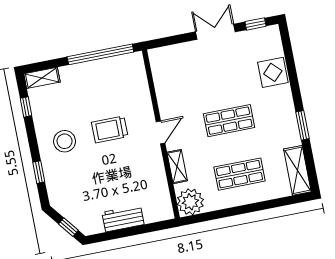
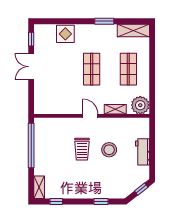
stool: (65, 141) -> (109, 150), moved

